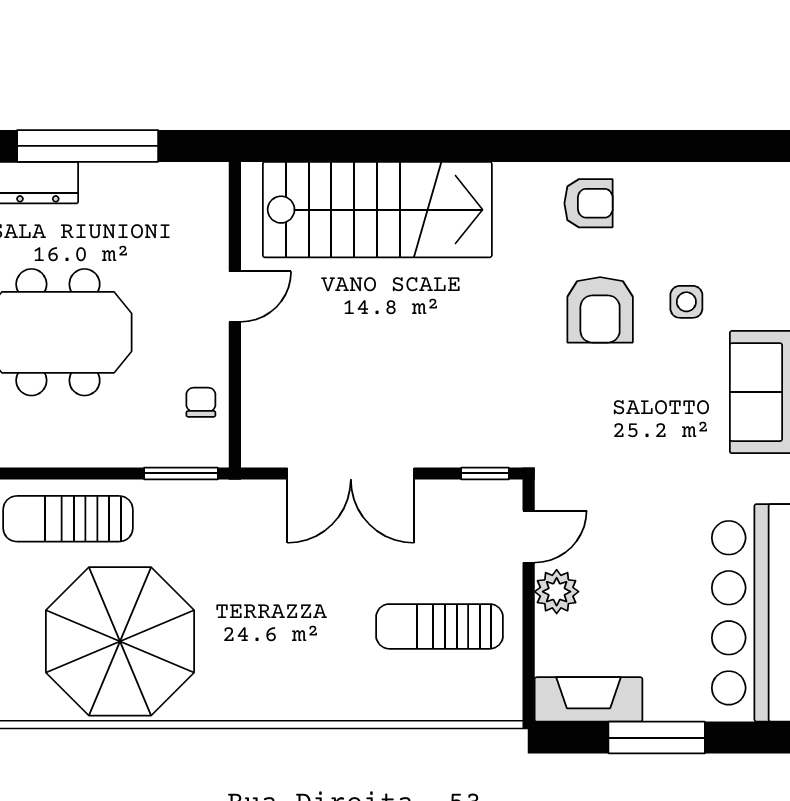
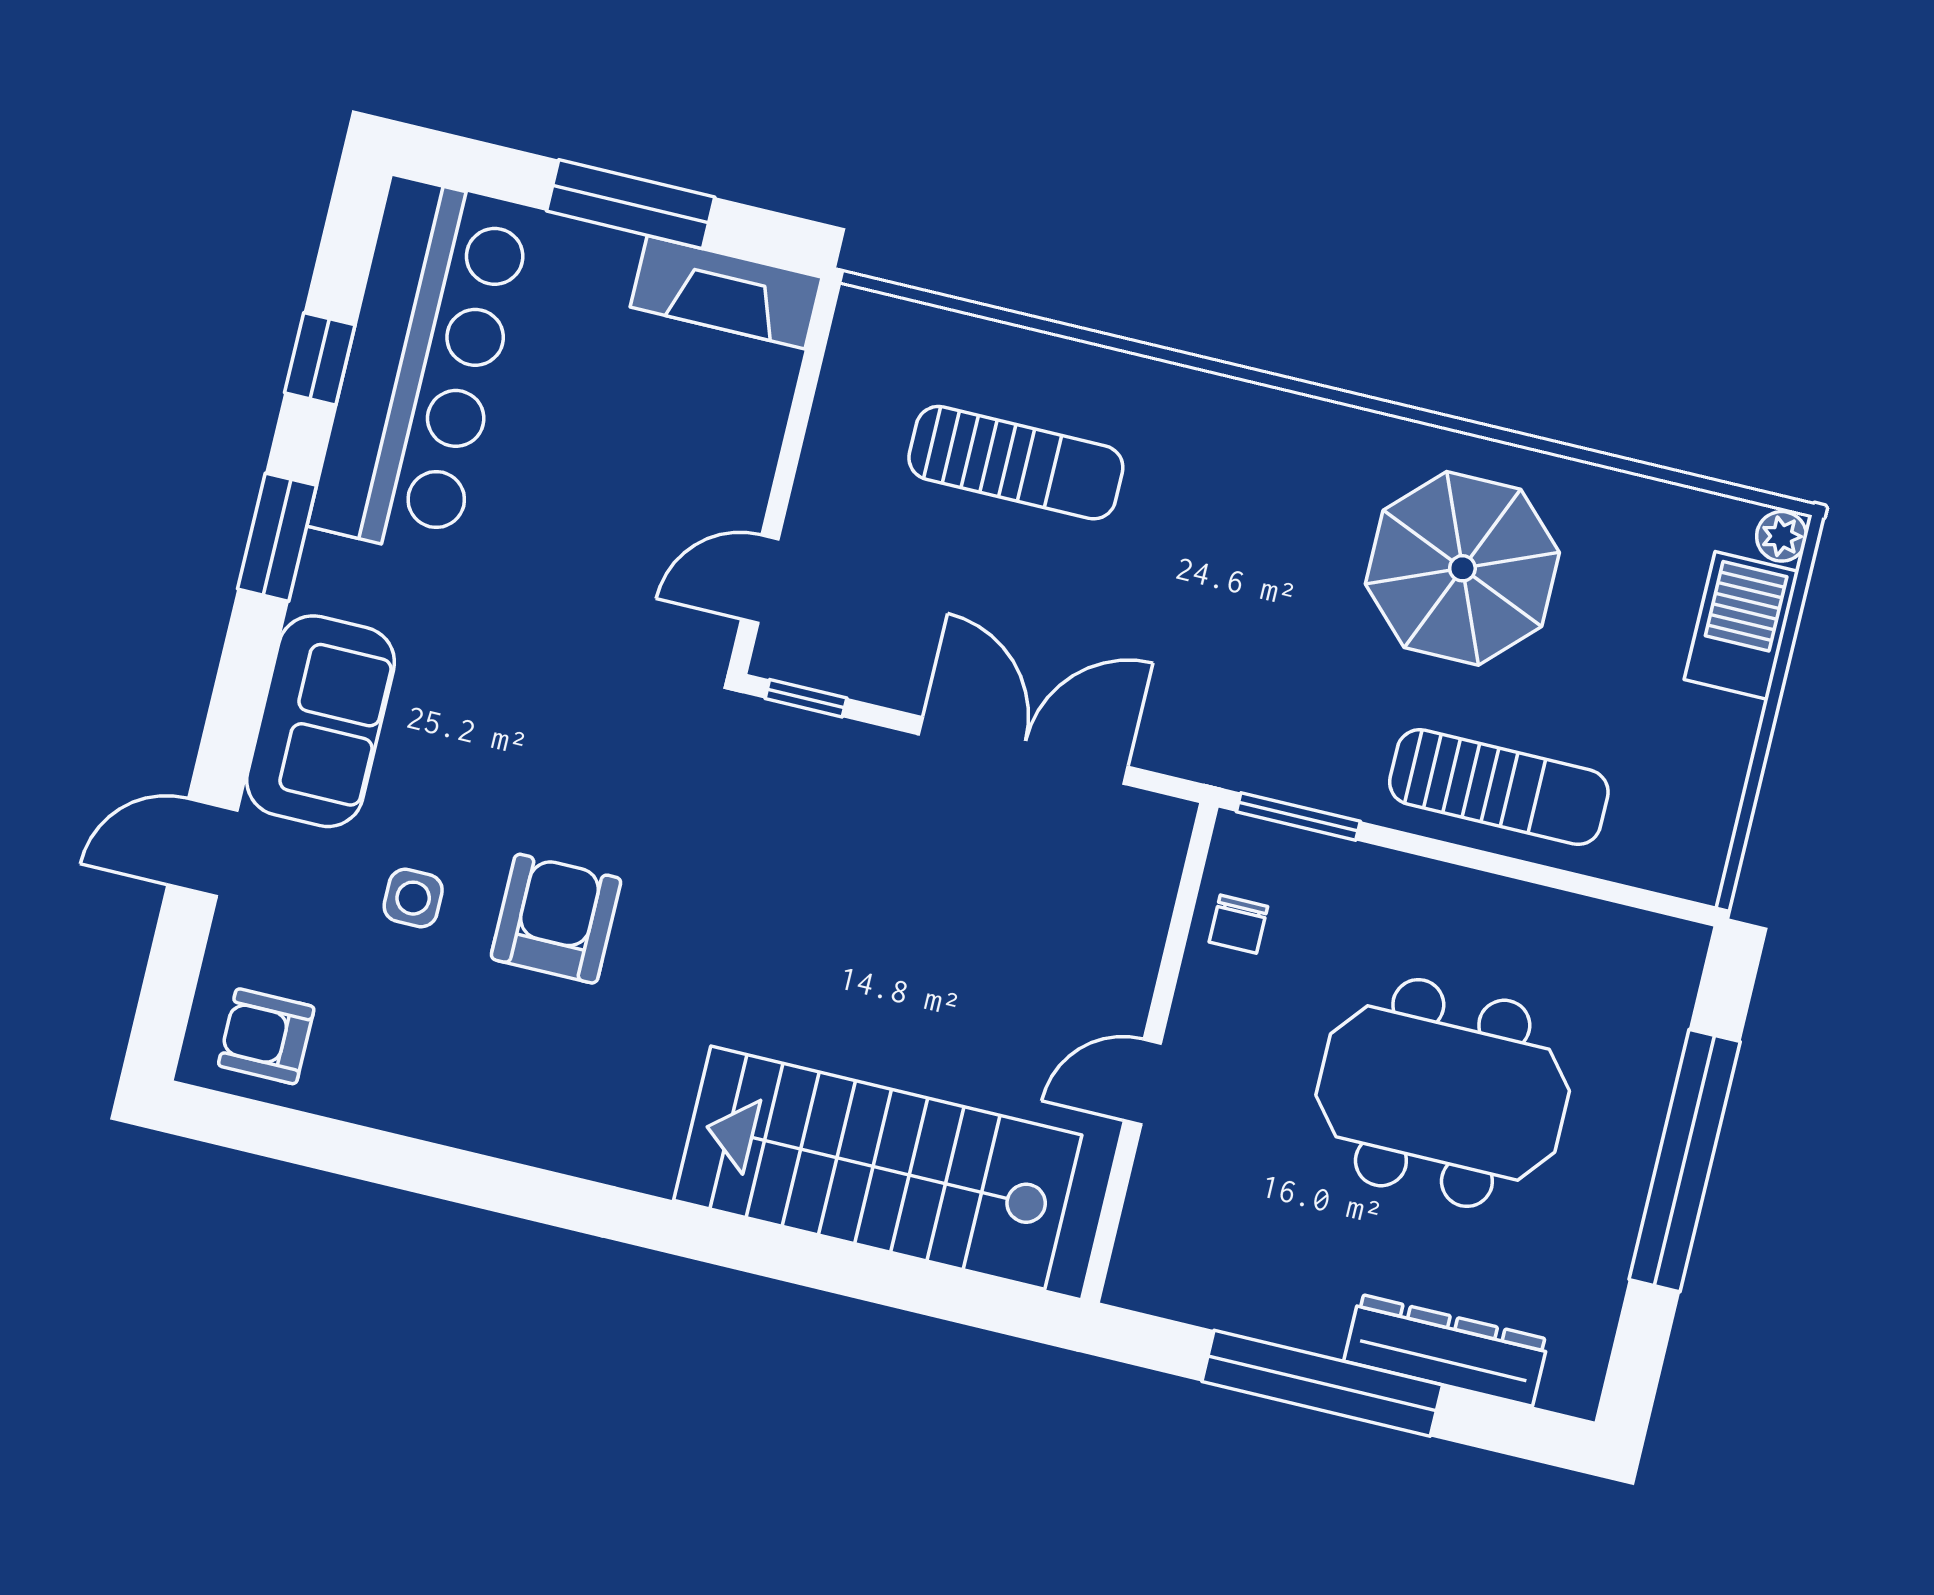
armchair: (589, 203) -> (266, 1036), moved
plant: (557, 592) -> (736, 479), removed
sun lounger: (440, 626) -> (1016, 463), moved
parasol: (120, 641) -> (1462, 568), width x0.73, depth x0.73

